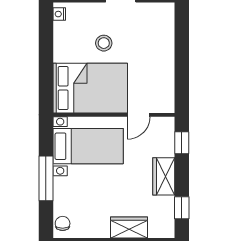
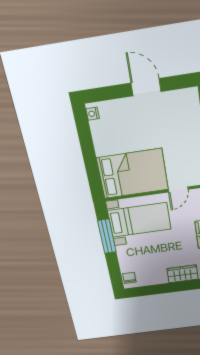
stool: (104, 43) -> (138, 134), removed
window: (46, 178) -> (107, 236), moved

